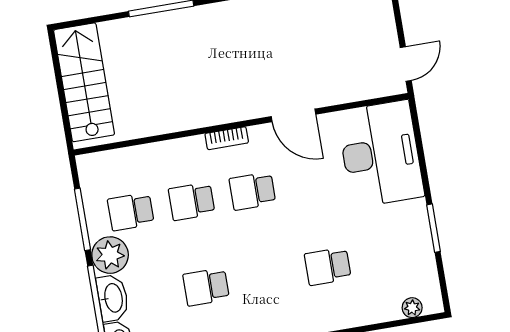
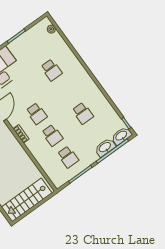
plant: (110, 255) -> (89, 157), removed

